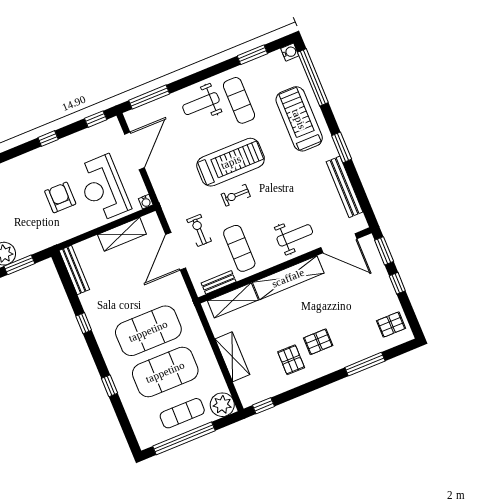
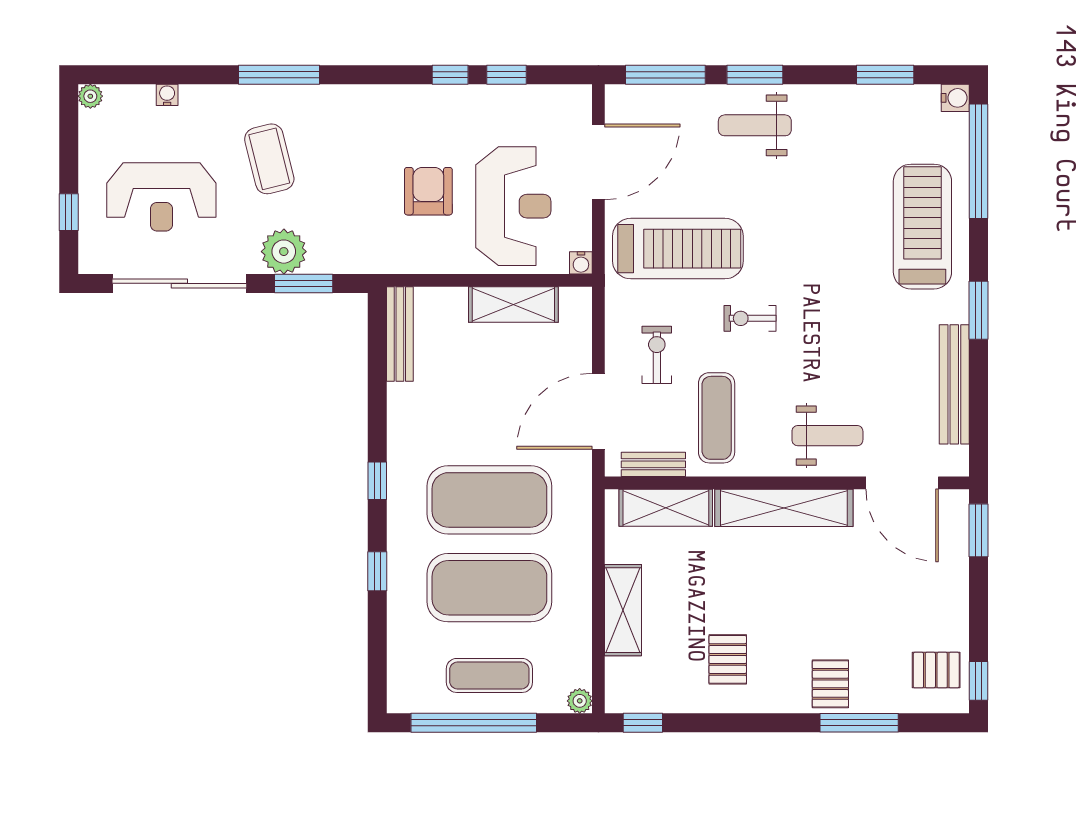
window: (191, 80) -> (755, 75), added
exercise mat: (239, 100) -> (827, 148), removed
window: (96, 119) -> (506, 75), moved
treadmill: (231, 162) -> (678, 249), moved
reception desk: (103, 188) -> (513, 206), turned 180
door: (176, 251) -> (598, 411), moved
window: (397, 283) -> (979, 681), moved
window: (84, 323) -> (377, 481), moved
pallet: (318, 342) -> (830, 684), moved, turned 90
plant: (222, 405) -> (580, 701), width x0.53, depth x0.53

